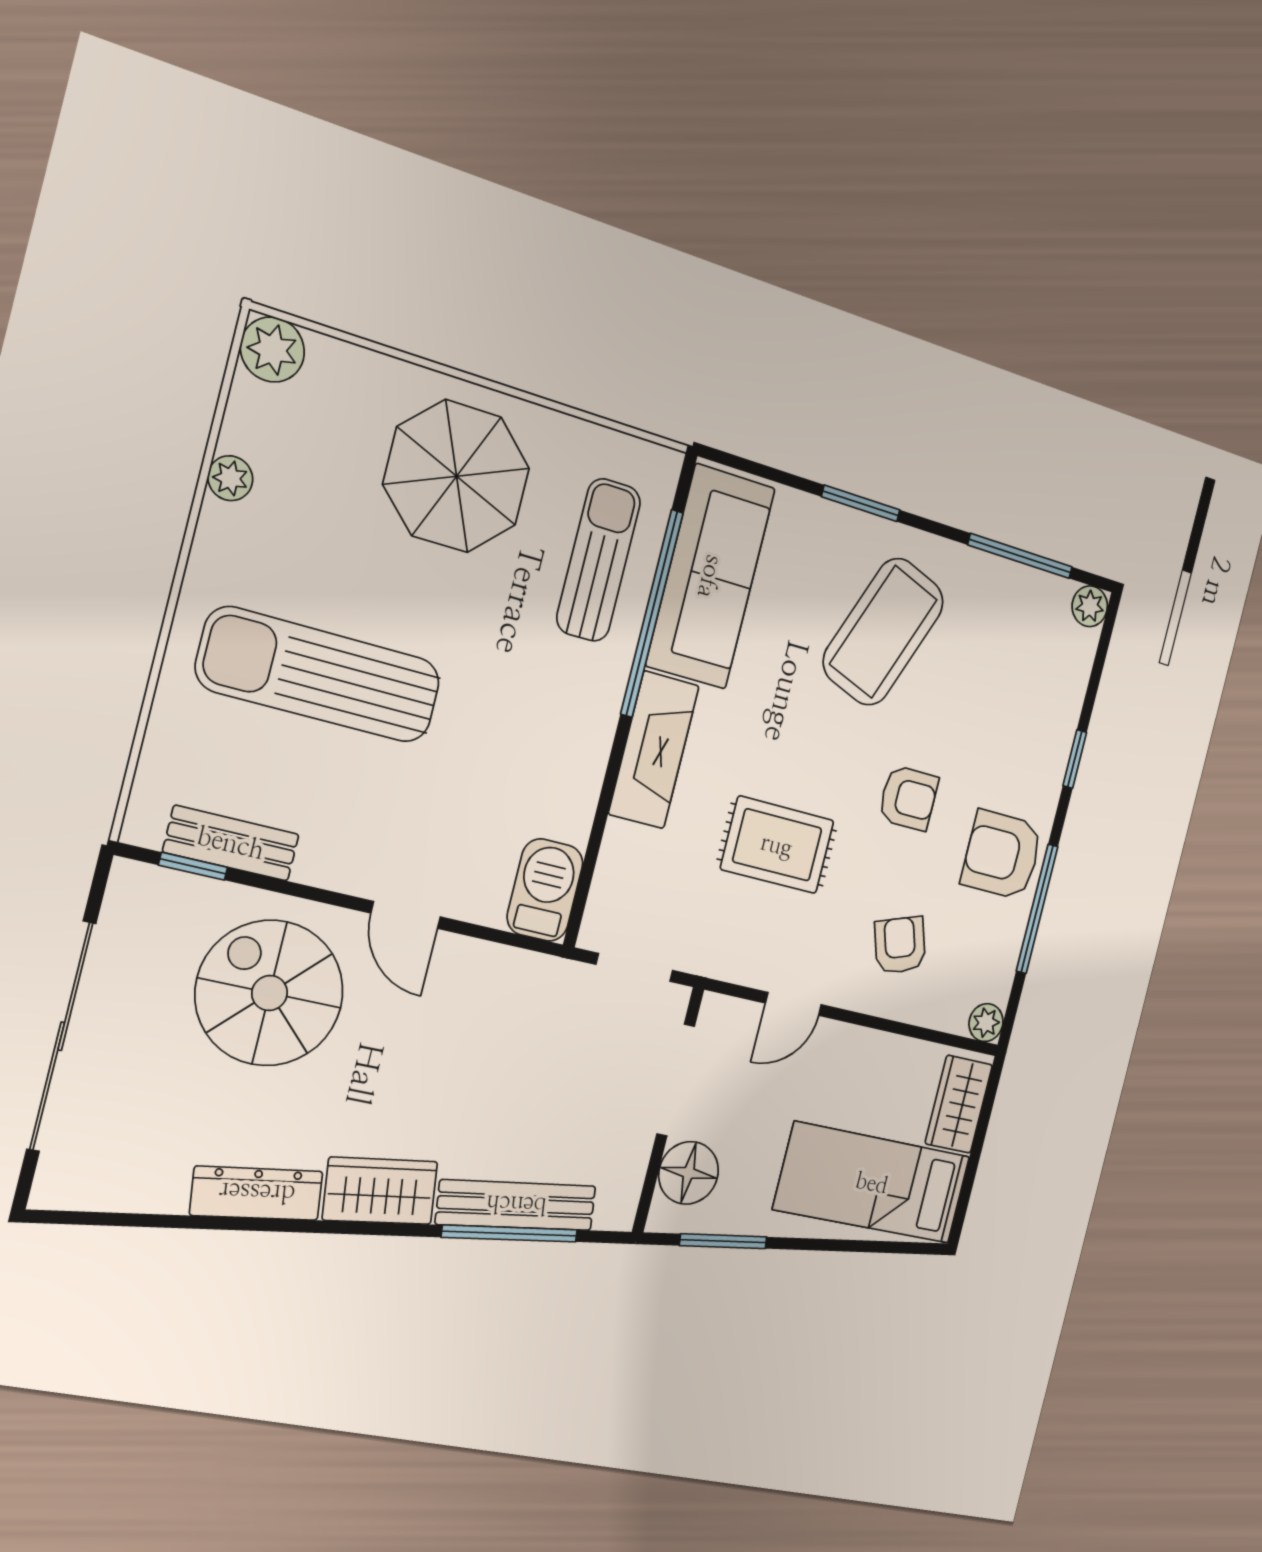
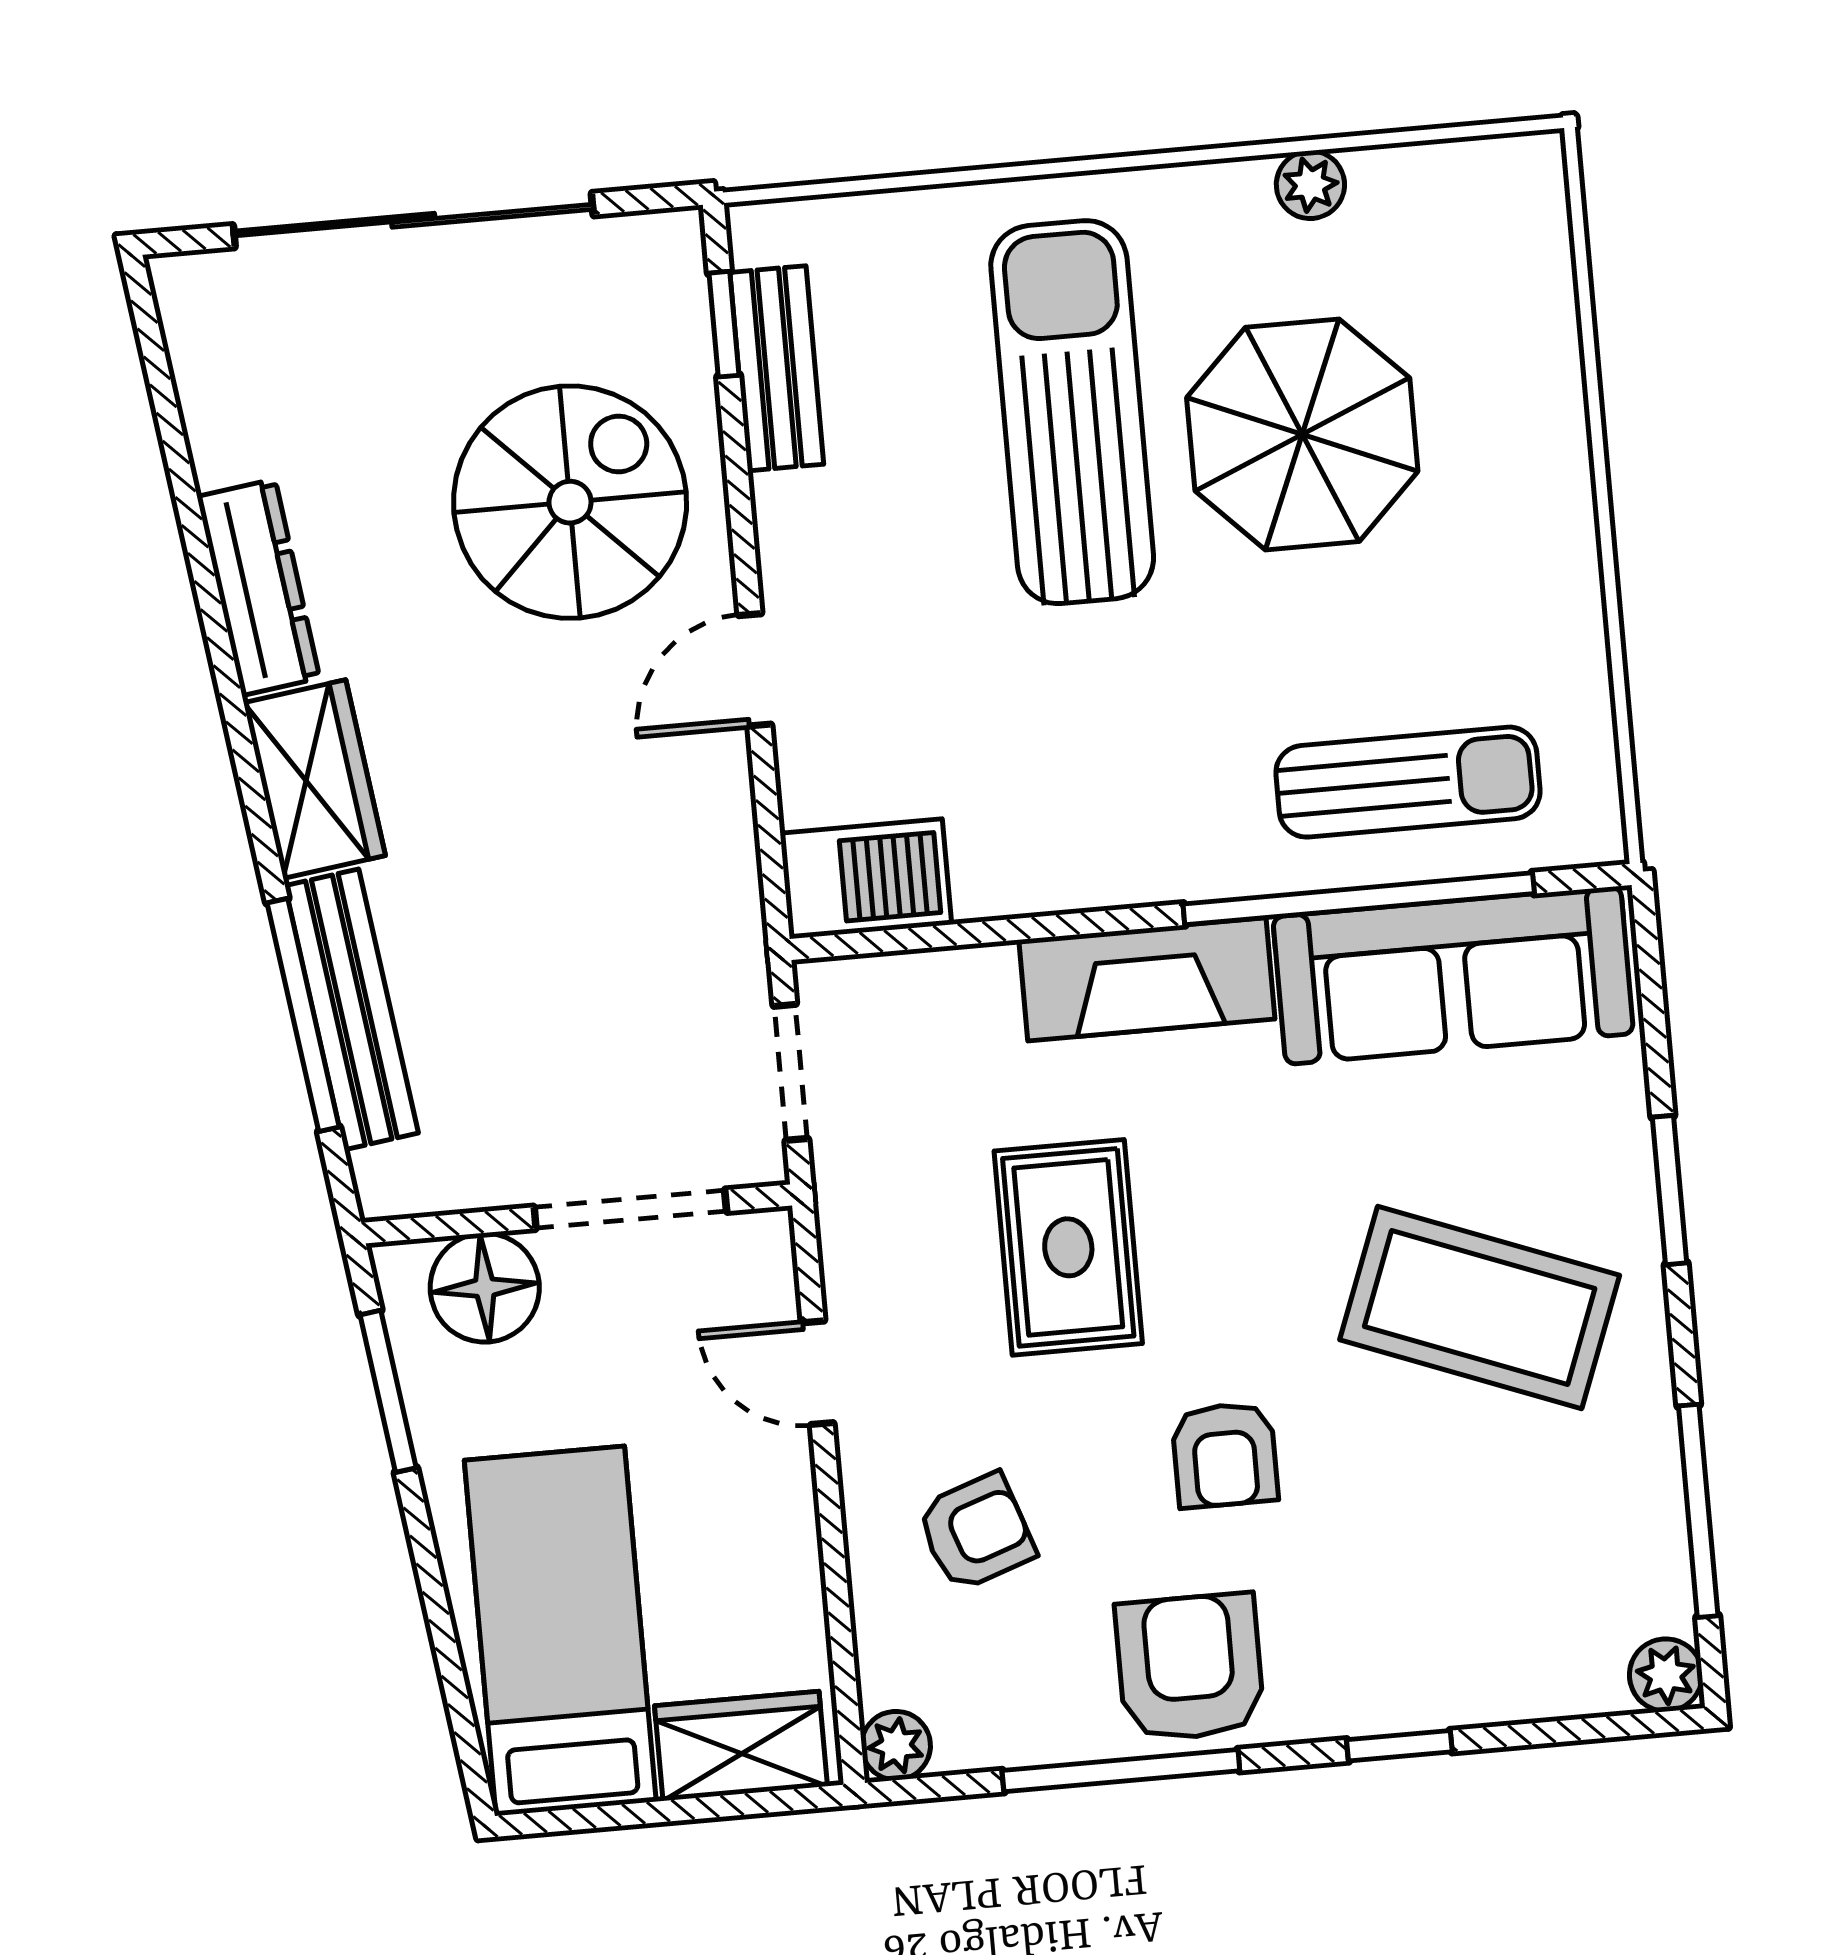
plant: (272, 350) -> (1520, 181), removed
parasol: (457, 476) -> (1302, 434), moved

